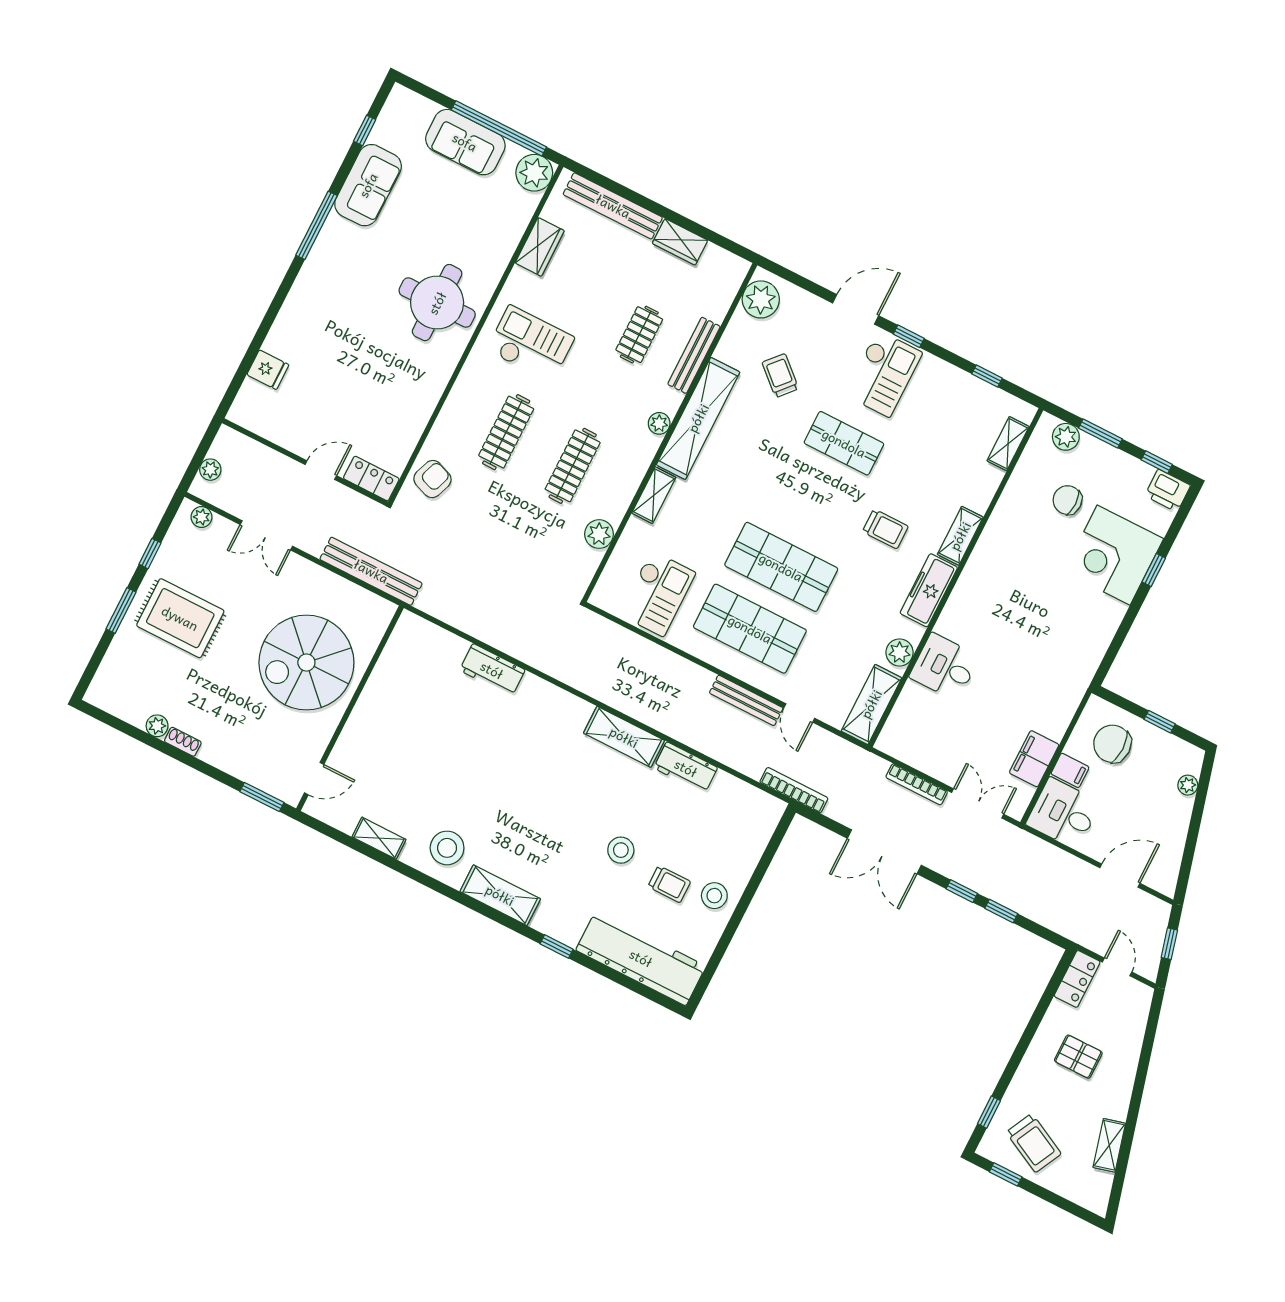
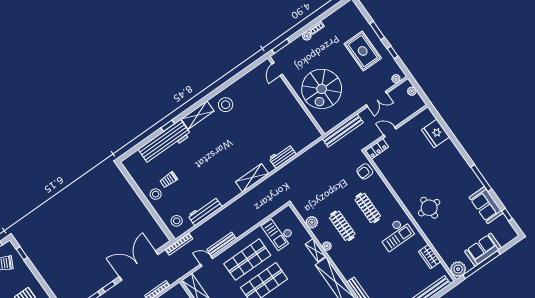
round table: (437, 303) -> (429, 208), width x0.73, depth x0.73
clothes rail: (639, 335) -> (378, 276), removed
fridge: (268, 370) -> (435, 133), width x1.88, depth x1.34
plant: (659, 423) -> (327, 246), moved
door: (321, 470) -> (390, 132), swing flipped
armchair: (432, 479) -> (365, 171), turned 68
double door: (266, 535) -> (376, 99), swing flipped
rug: (180, 618) -> (363, 51), turned 90
spiral stairs: (306, 663) -> (322, 89), turned 180
plant: (157, 726) -> (307, 36), moved
shelving: (624, 737) -> (252, 178), moved
workbench: (686, 768) -> (205, 211), width x1.37
shelving: (379, 838) -> (243, 81), removed
stool: (621, 850) -> (177, 221), moved
double door: (884, 852) -> (139, 266), width x1.36
workbench: (641, 958) -> (165, 142), moved

